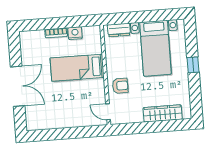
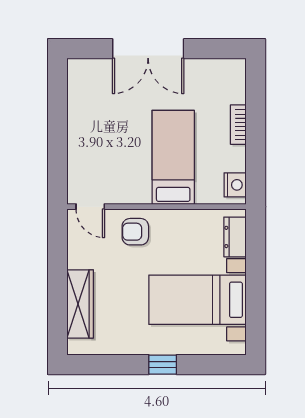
nightstand: (75, 33) -> (235, 185), moved
armchair: (120, 86) -> (135, 232), turned 90
door: (108, 112) -> (90, 207), swing flipped

